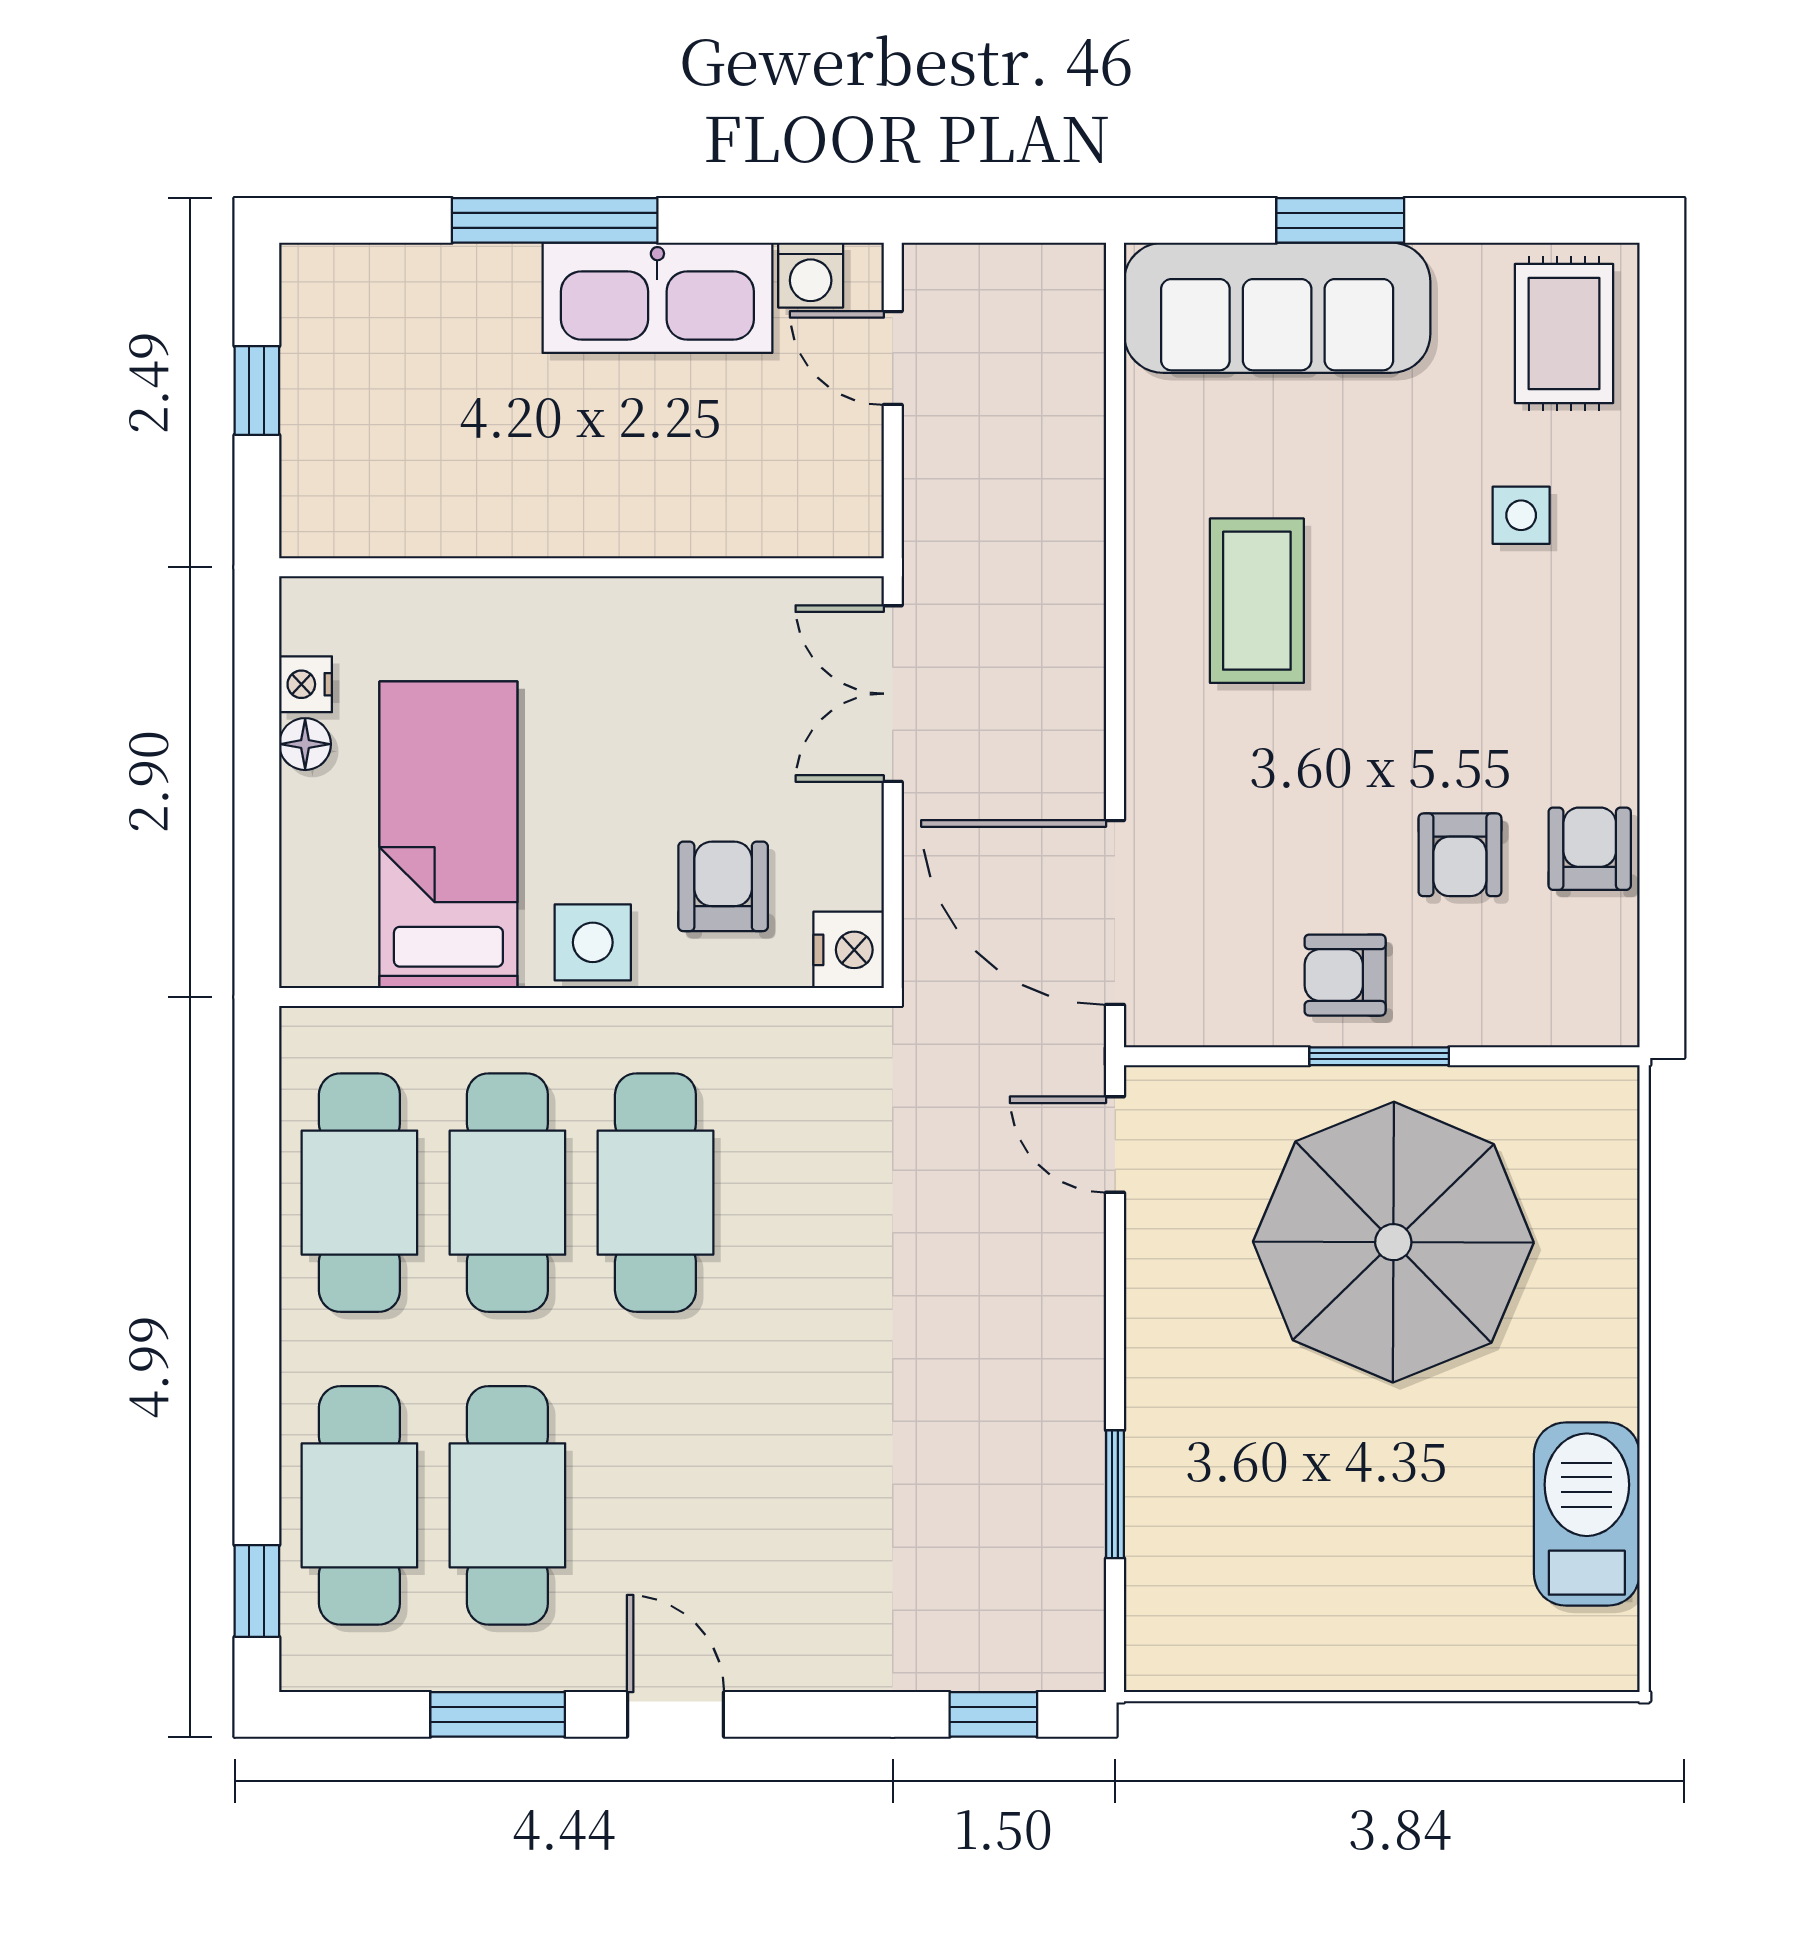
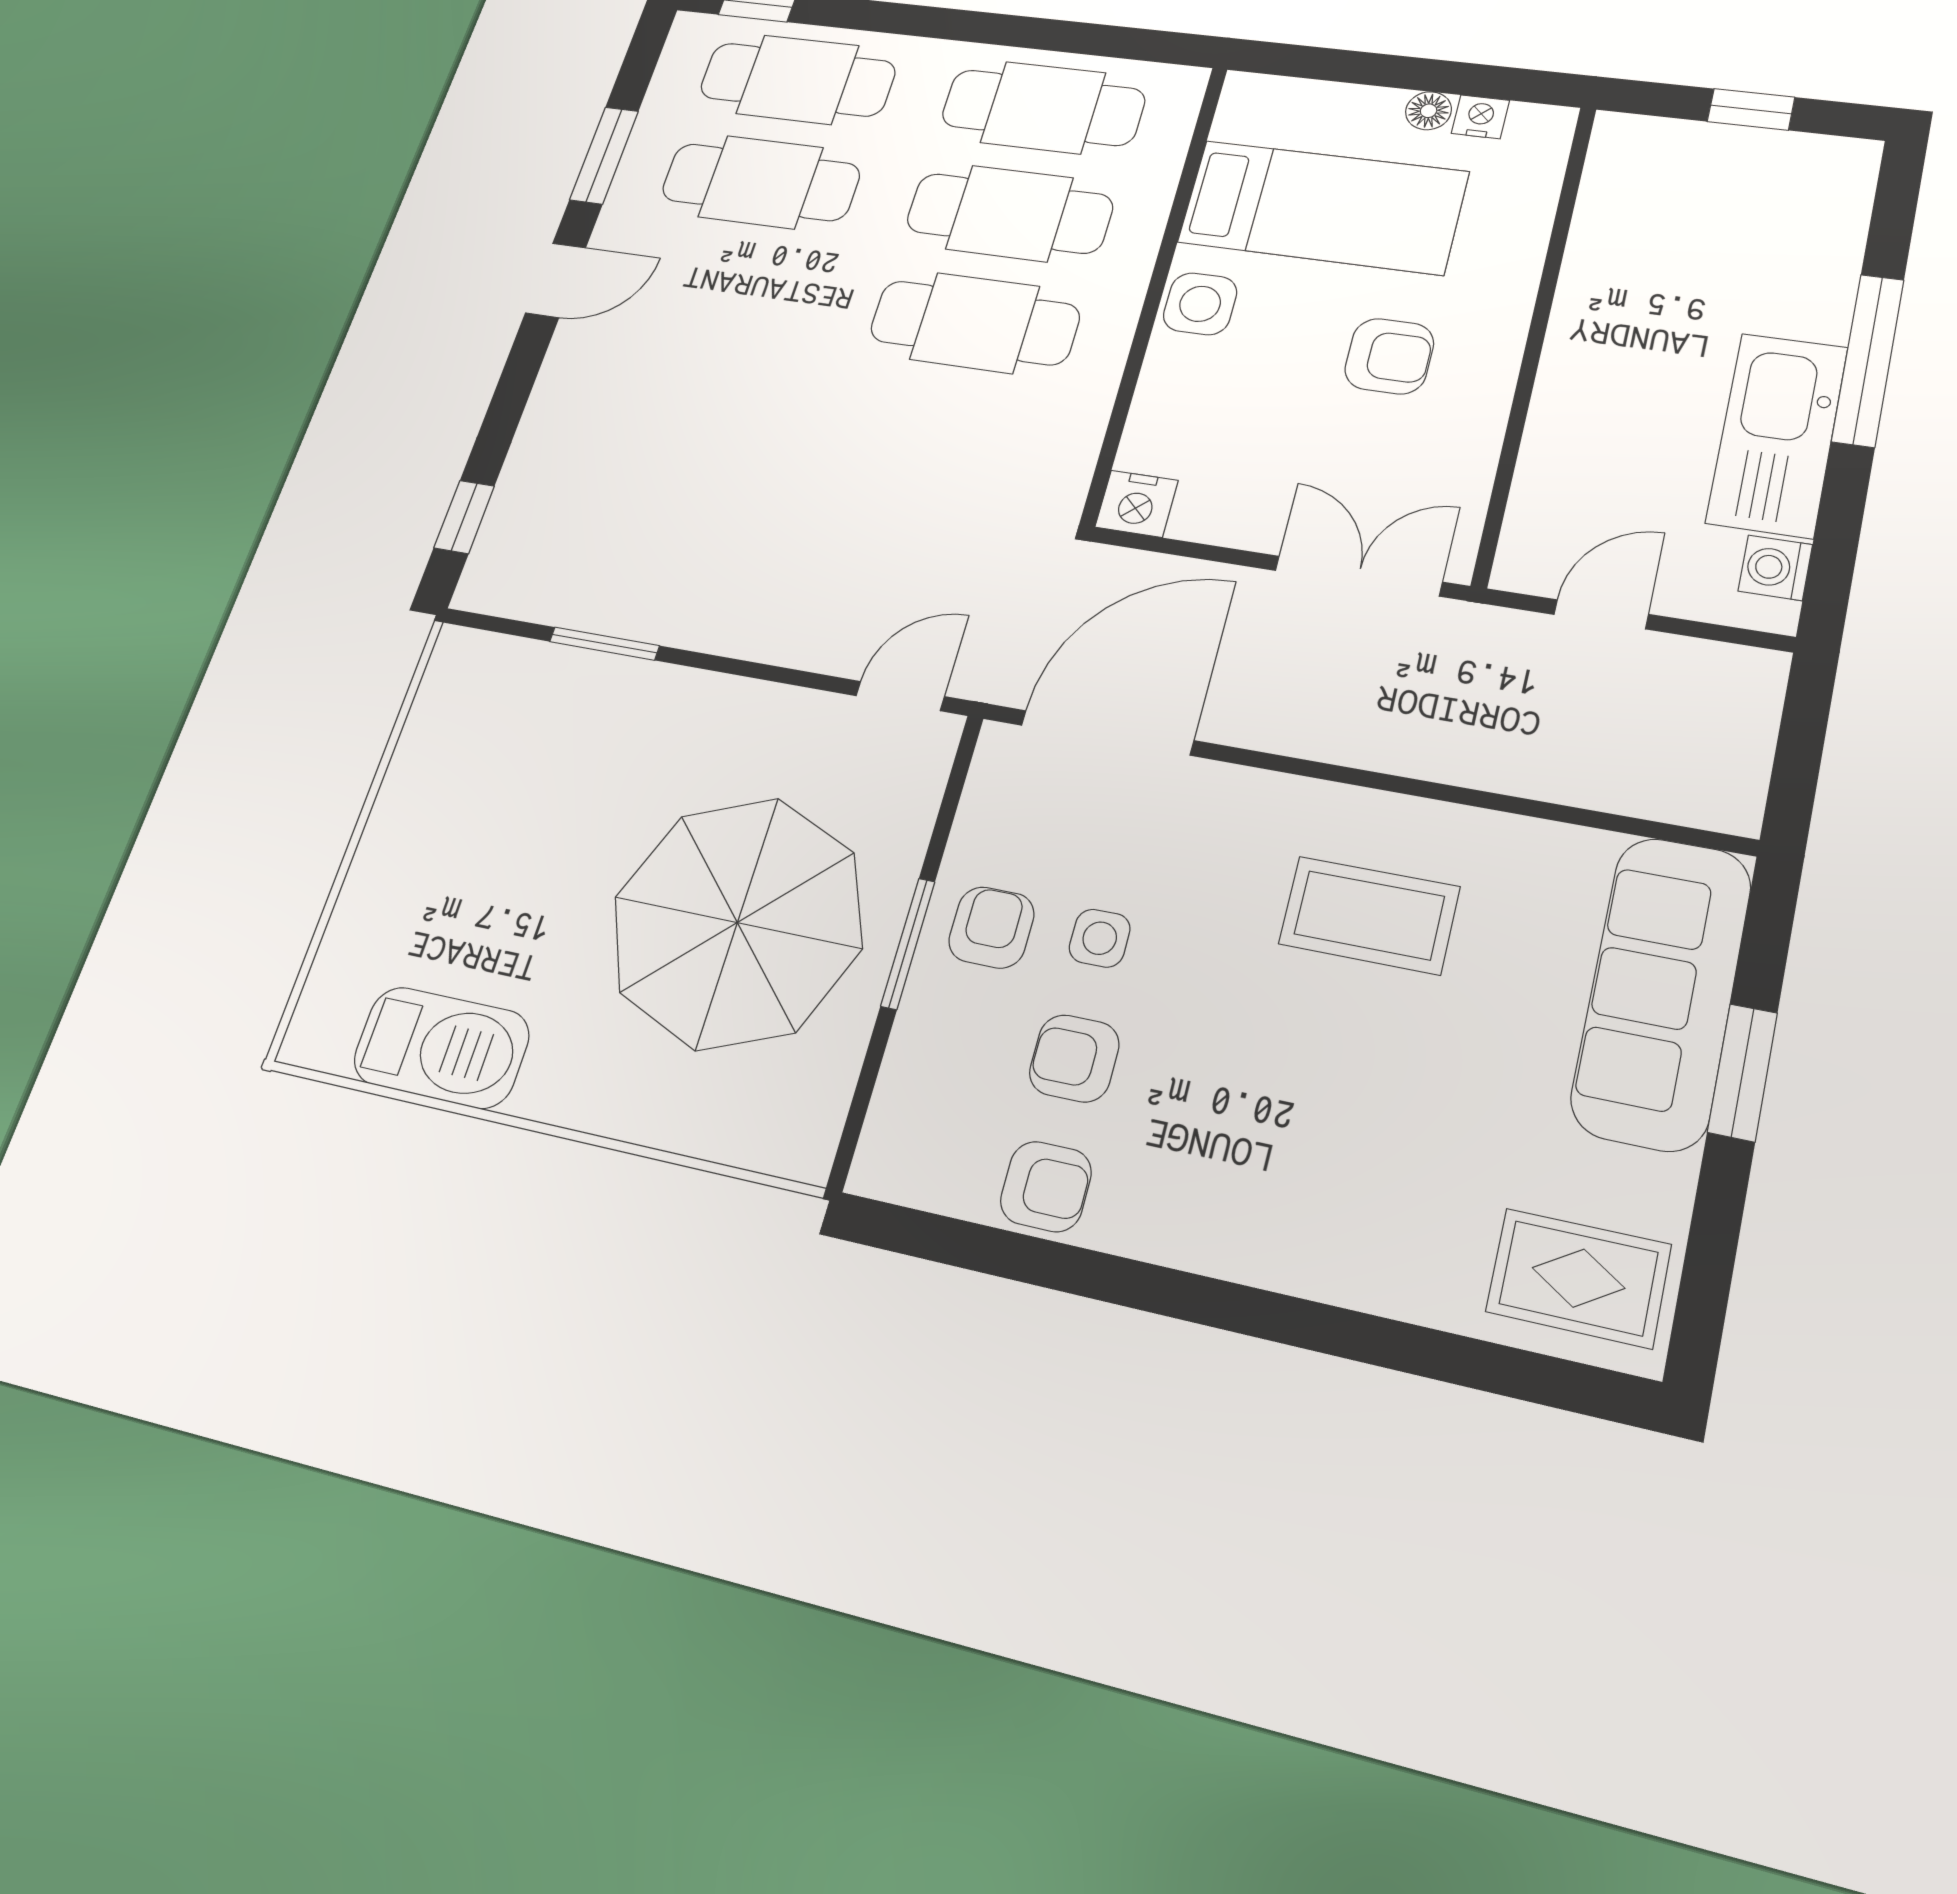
door: (893, 358) -> (1601, 614), moved
side table: (1521, 515) -> (1100, 938), moved
armchair: (723, 886) -> (1389, 356), moved

